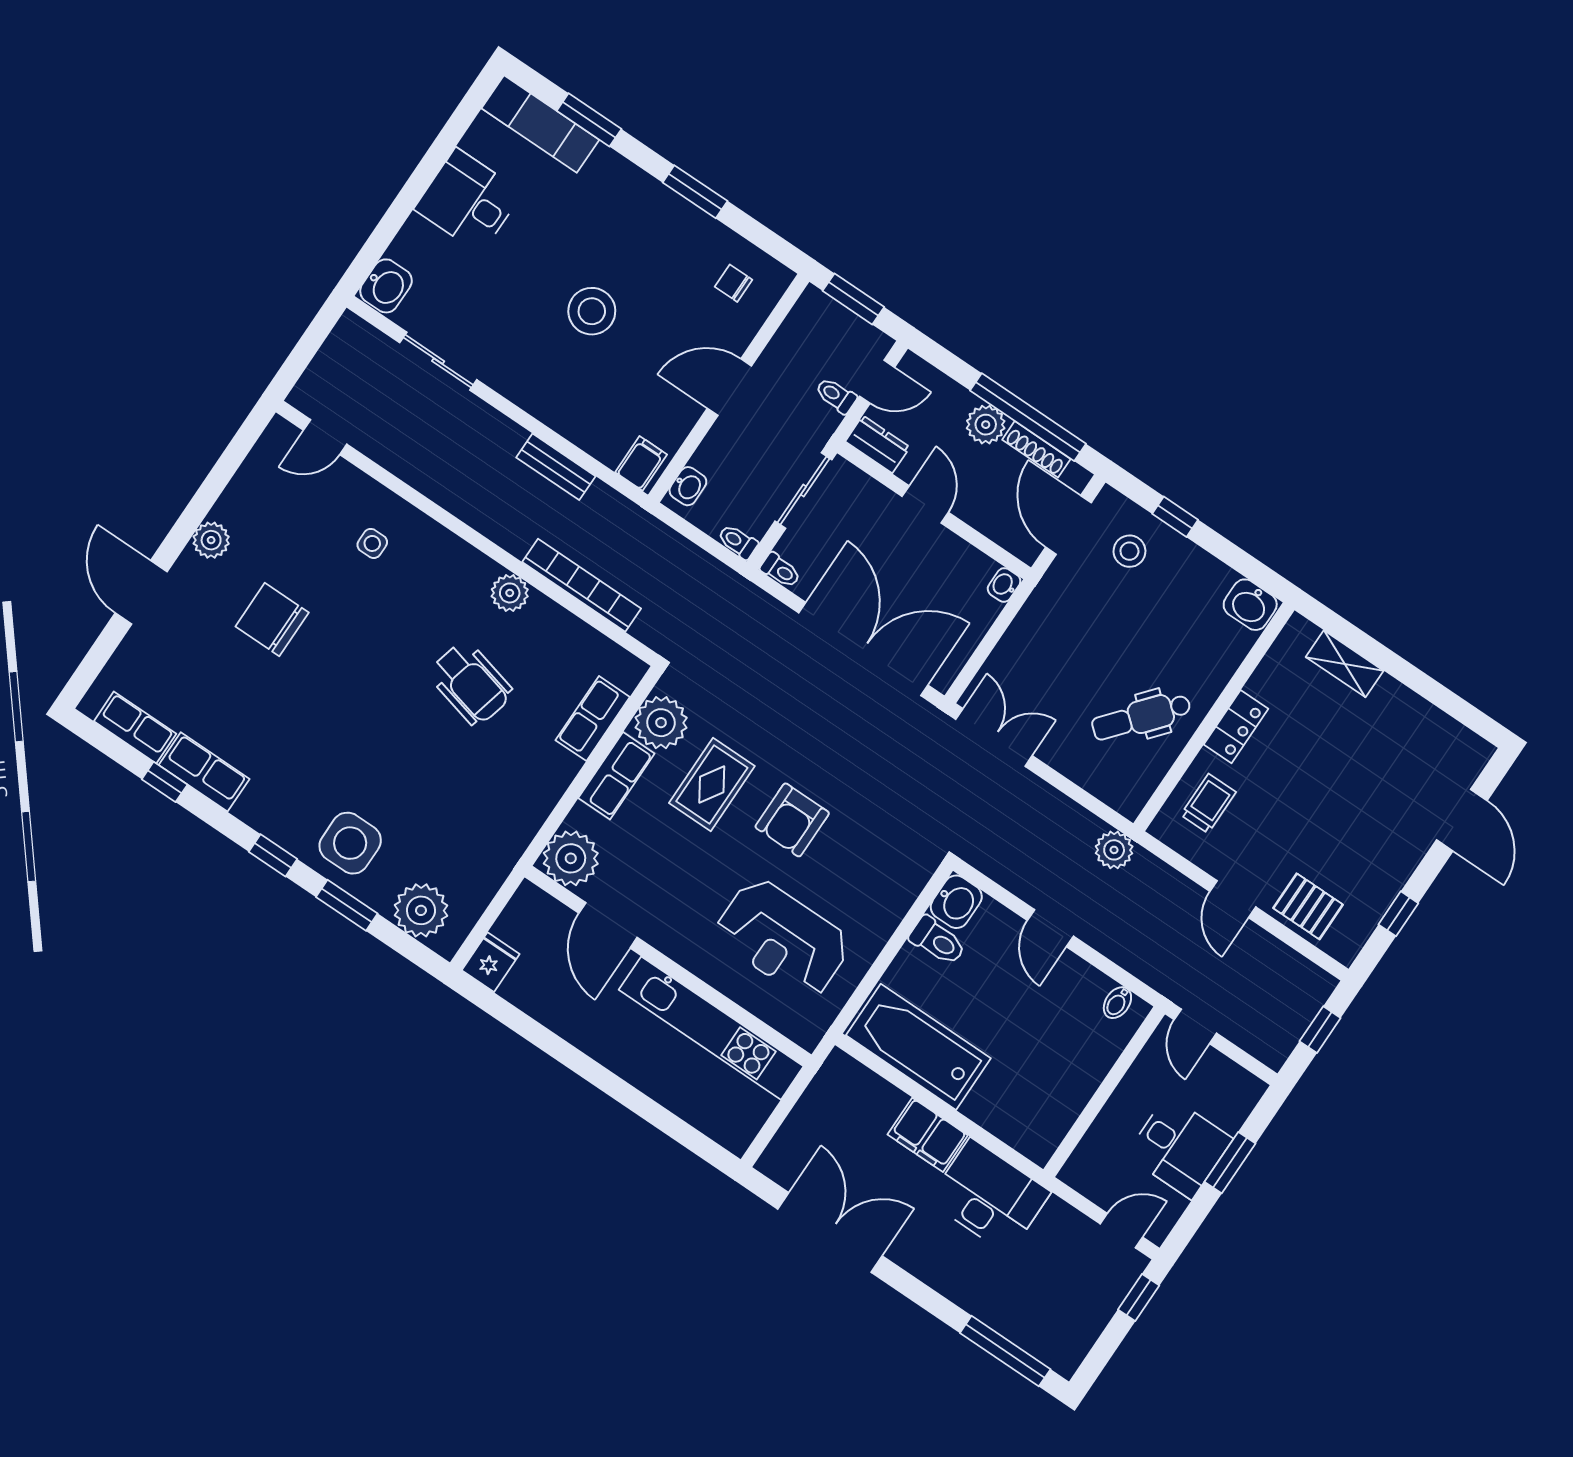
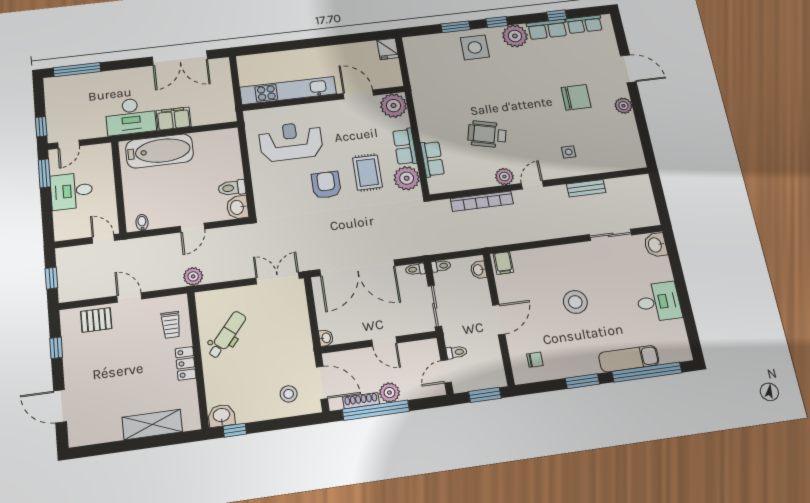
window: (589, 120) -> (647, 372), width x2.11
exam couch: (540, 124) -> (629, 359), moved
door: (325, 437) -> (532, 185), moved
dresser: (878, 444) -> (424, 348), removed
bench: (556, 467) -> (586, 188), moved
window: (1175, 517) -> (235, 430), moved
shelving: (1345, 664) -> (152, 424), width x1.50, depth x1.33
double door: (994, 737) -> (278, 278), swing flipped
plant: (421, 910) -> (515, 36), moved
door: (1050, 928) -> (192, 228), swing flipped
bathtub: (918, 1047) -> (160, 151), moved
window: (1230, 1163) -> (44, 173), moved

